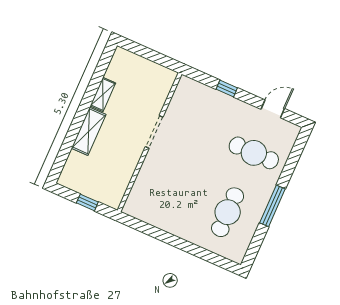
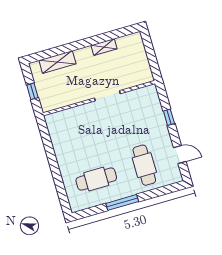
shelving: (89, 131) -> (57, 62), moved

